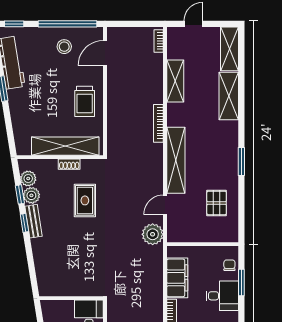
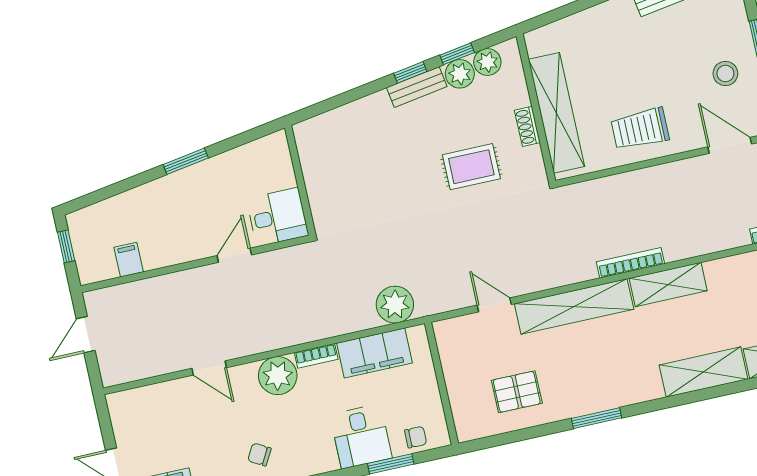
shelving: (175, 81) -> (668, 284), moved
plant: (153, 234) -> (395, 305), moved

